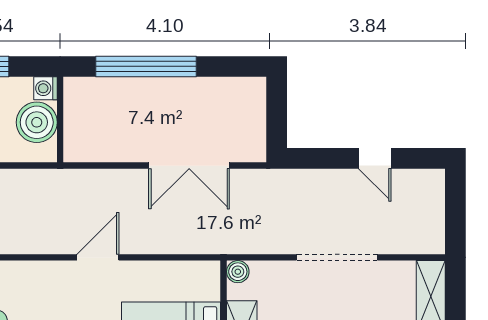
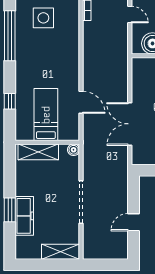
door: (98, 257) -> (81, 102), moved

